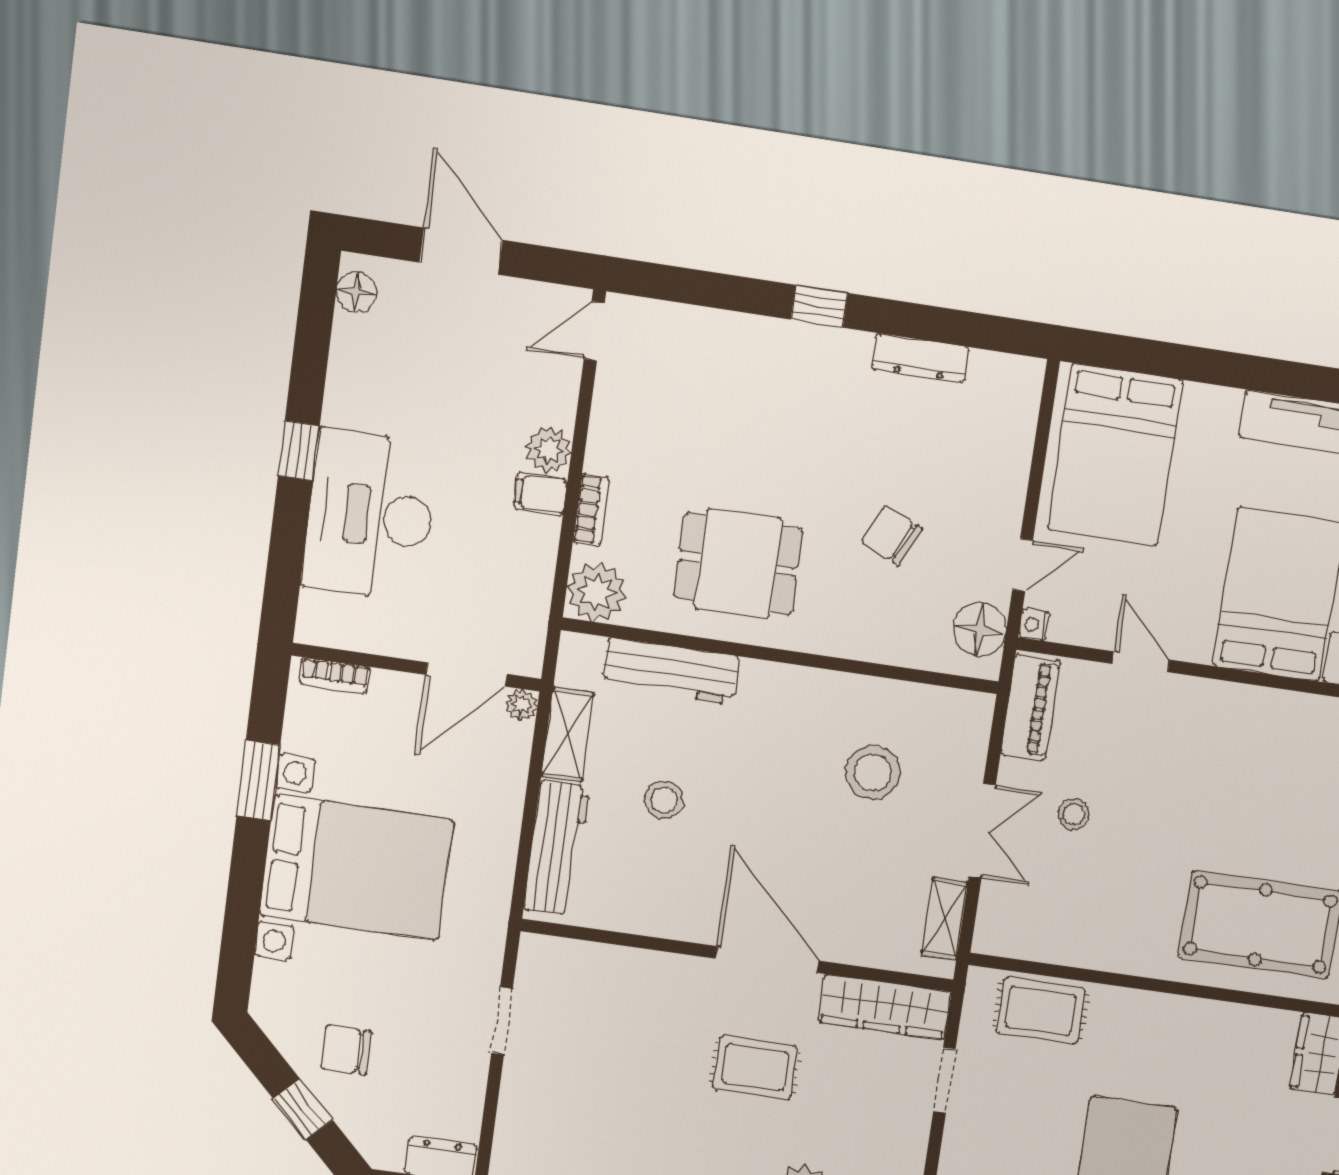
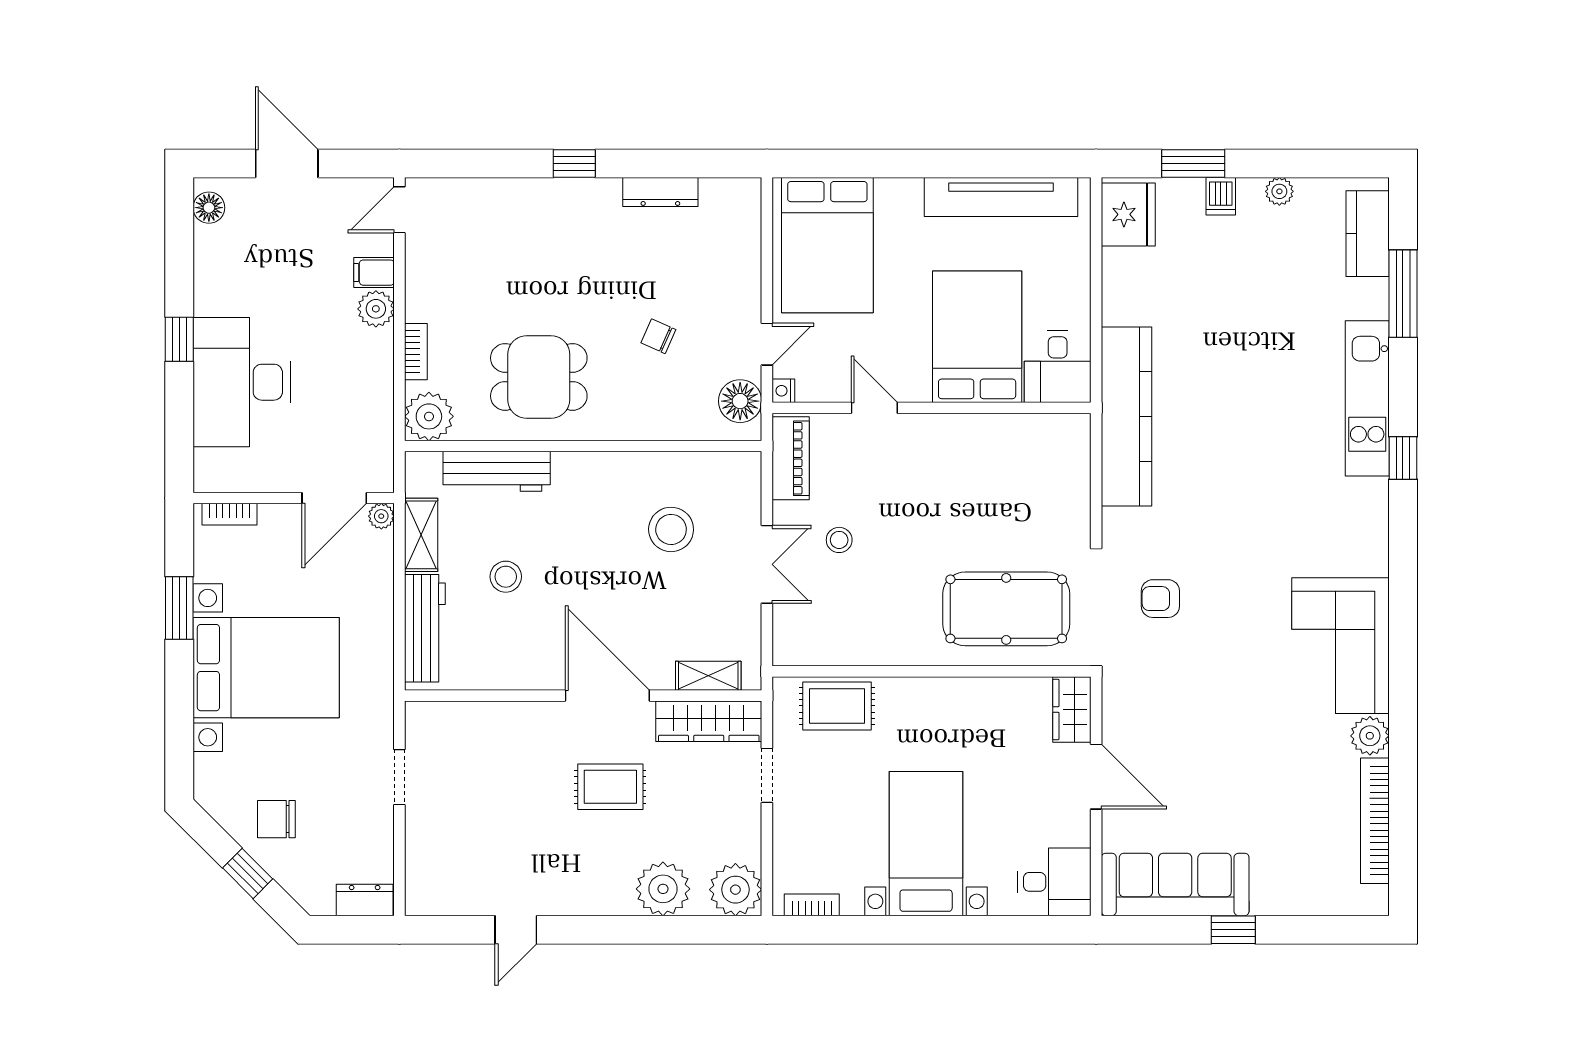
filing cabinet: (540, 494) -> (374, 273), moved
chair: (892, 536) -> (658, 336), width x0.73, depth x0.73
shelving: (945, 919) -> (708, 676), moved, turned 90

